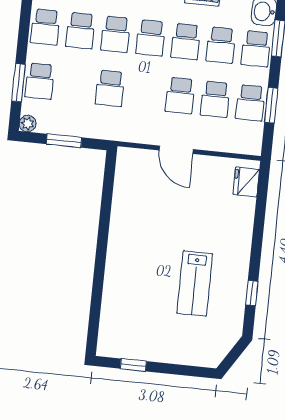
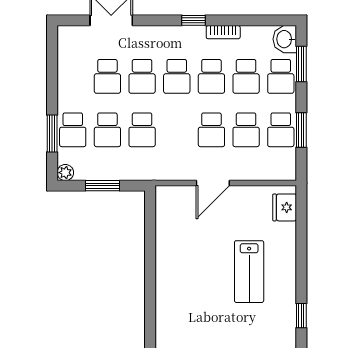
school desk: (45, 27) -> (107, 130), moved
door: (176, 150) -> (213, 183), hinge flipped
lab bench: (195, 283) -> (249, 272), moved

